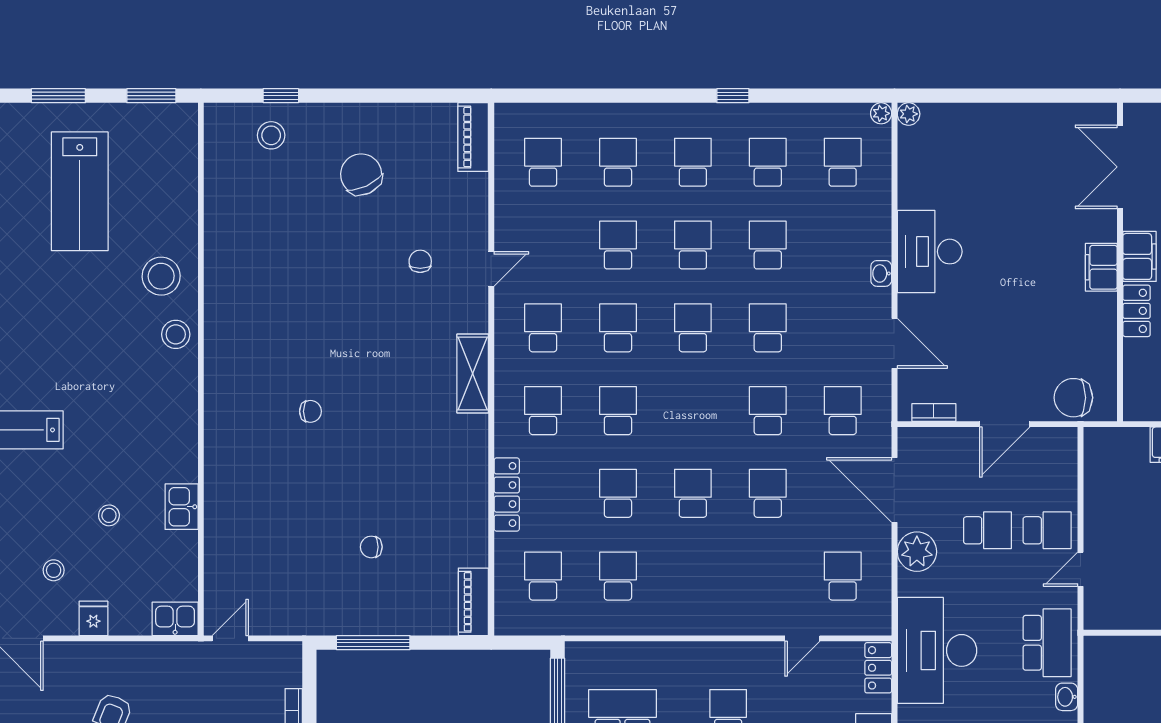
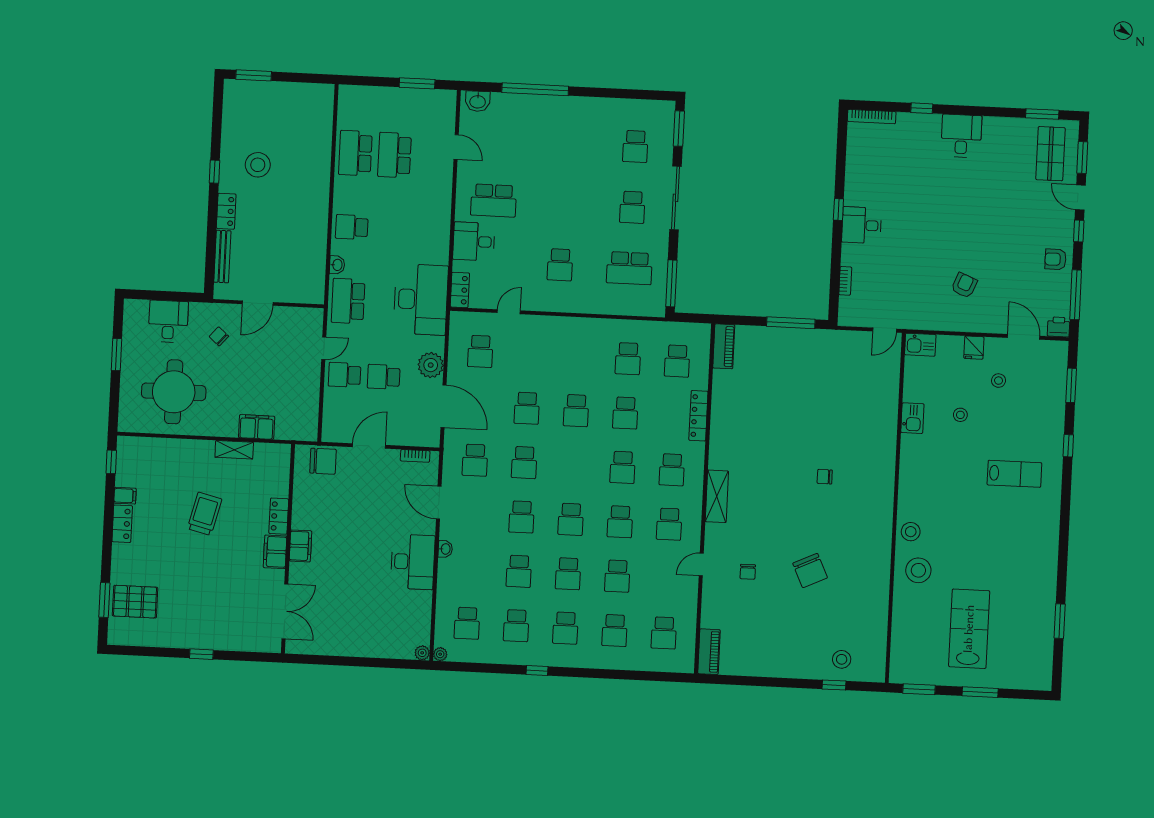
chair: (361, 174) -> (810, 570), moved
chair: (371, 547) -> (789, 386), removed

